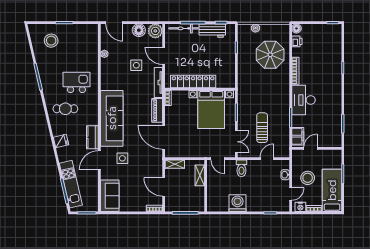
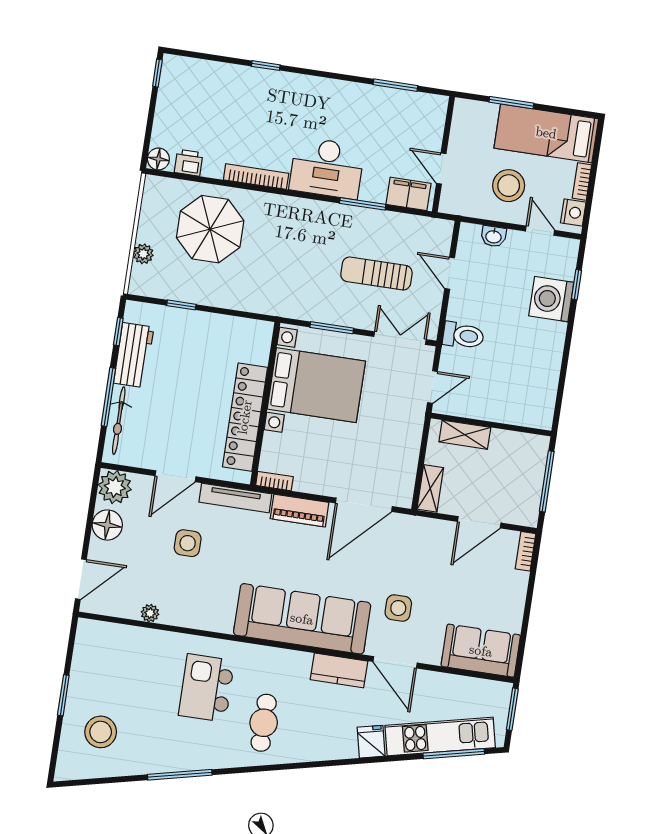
fridge: (61, 141) -> (371, 742), moved
washing machine: (237, 203) -> (551, 299), moved

